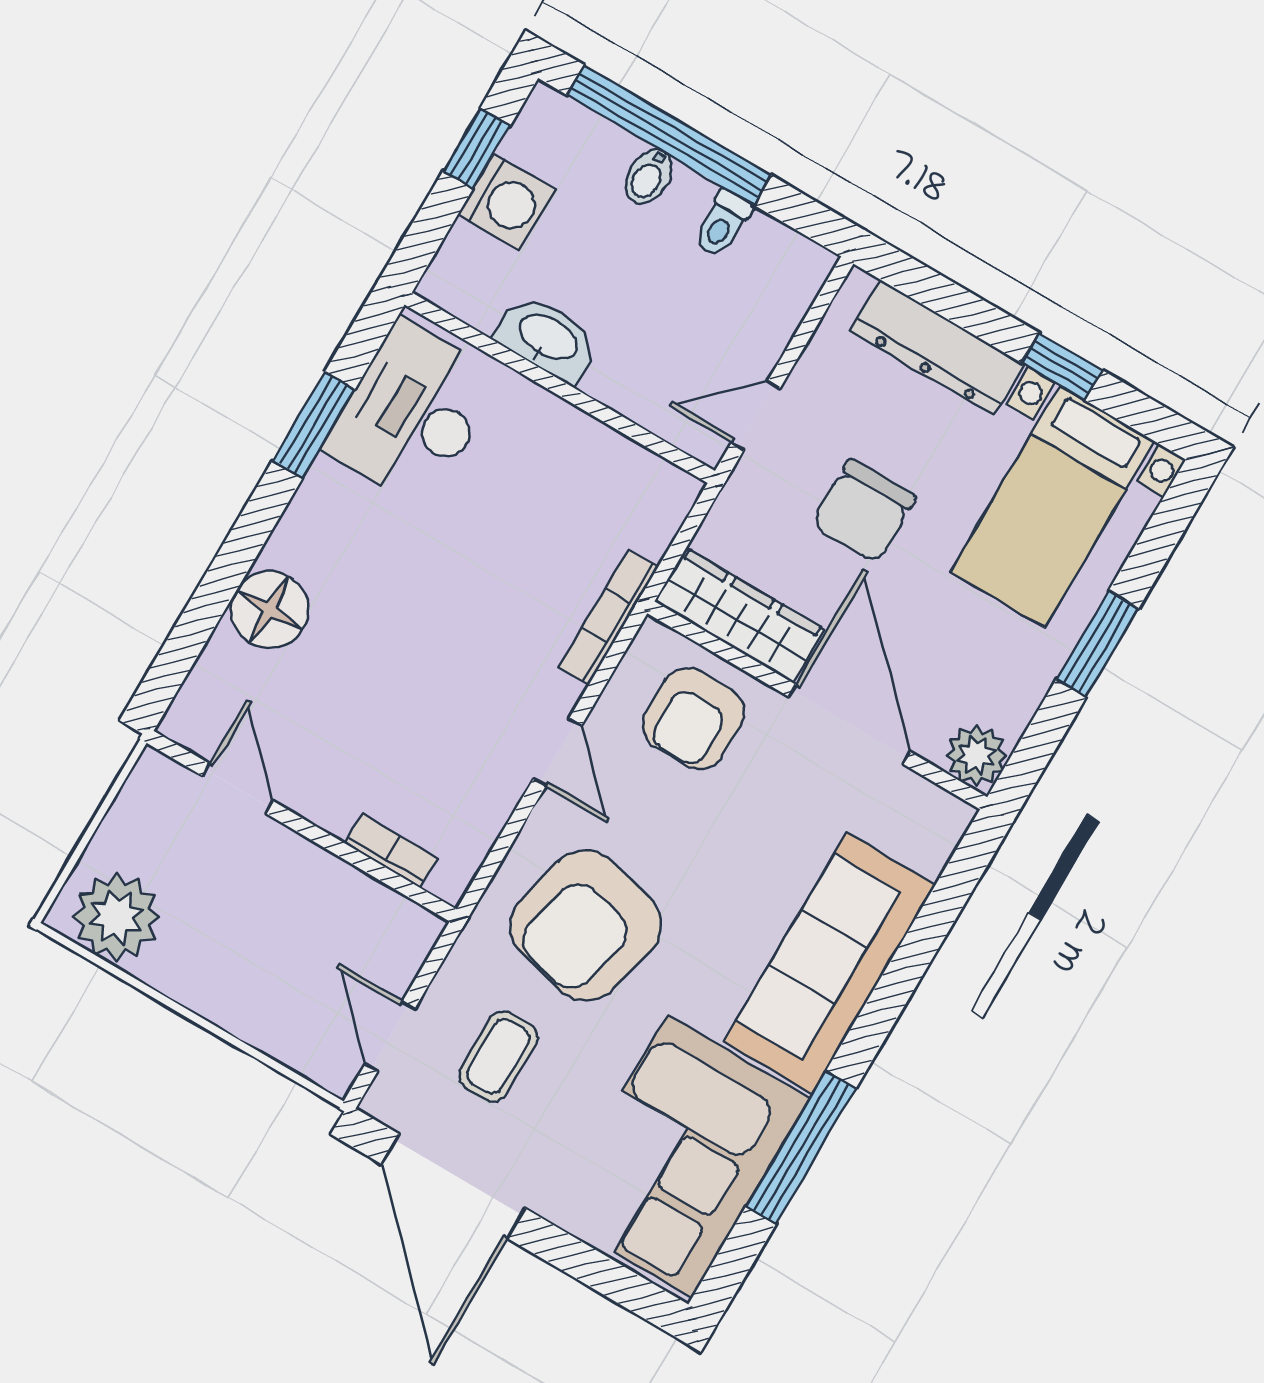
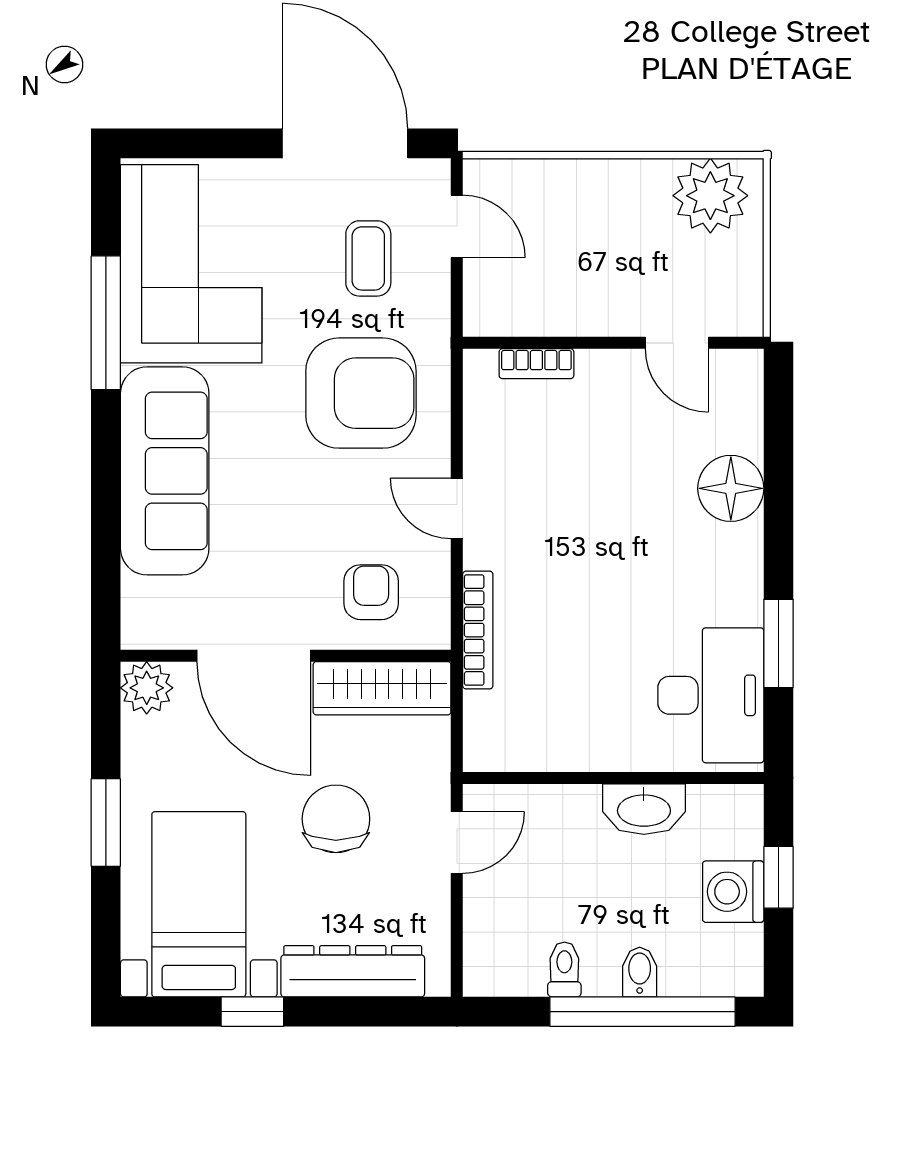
window: (476, 149) -> (778, 877), moved
armchair: (694, 719) -> (371, 592), width x0.72, depth x0.72
armchair: (586, 925) -> (361, 393), turned 76

